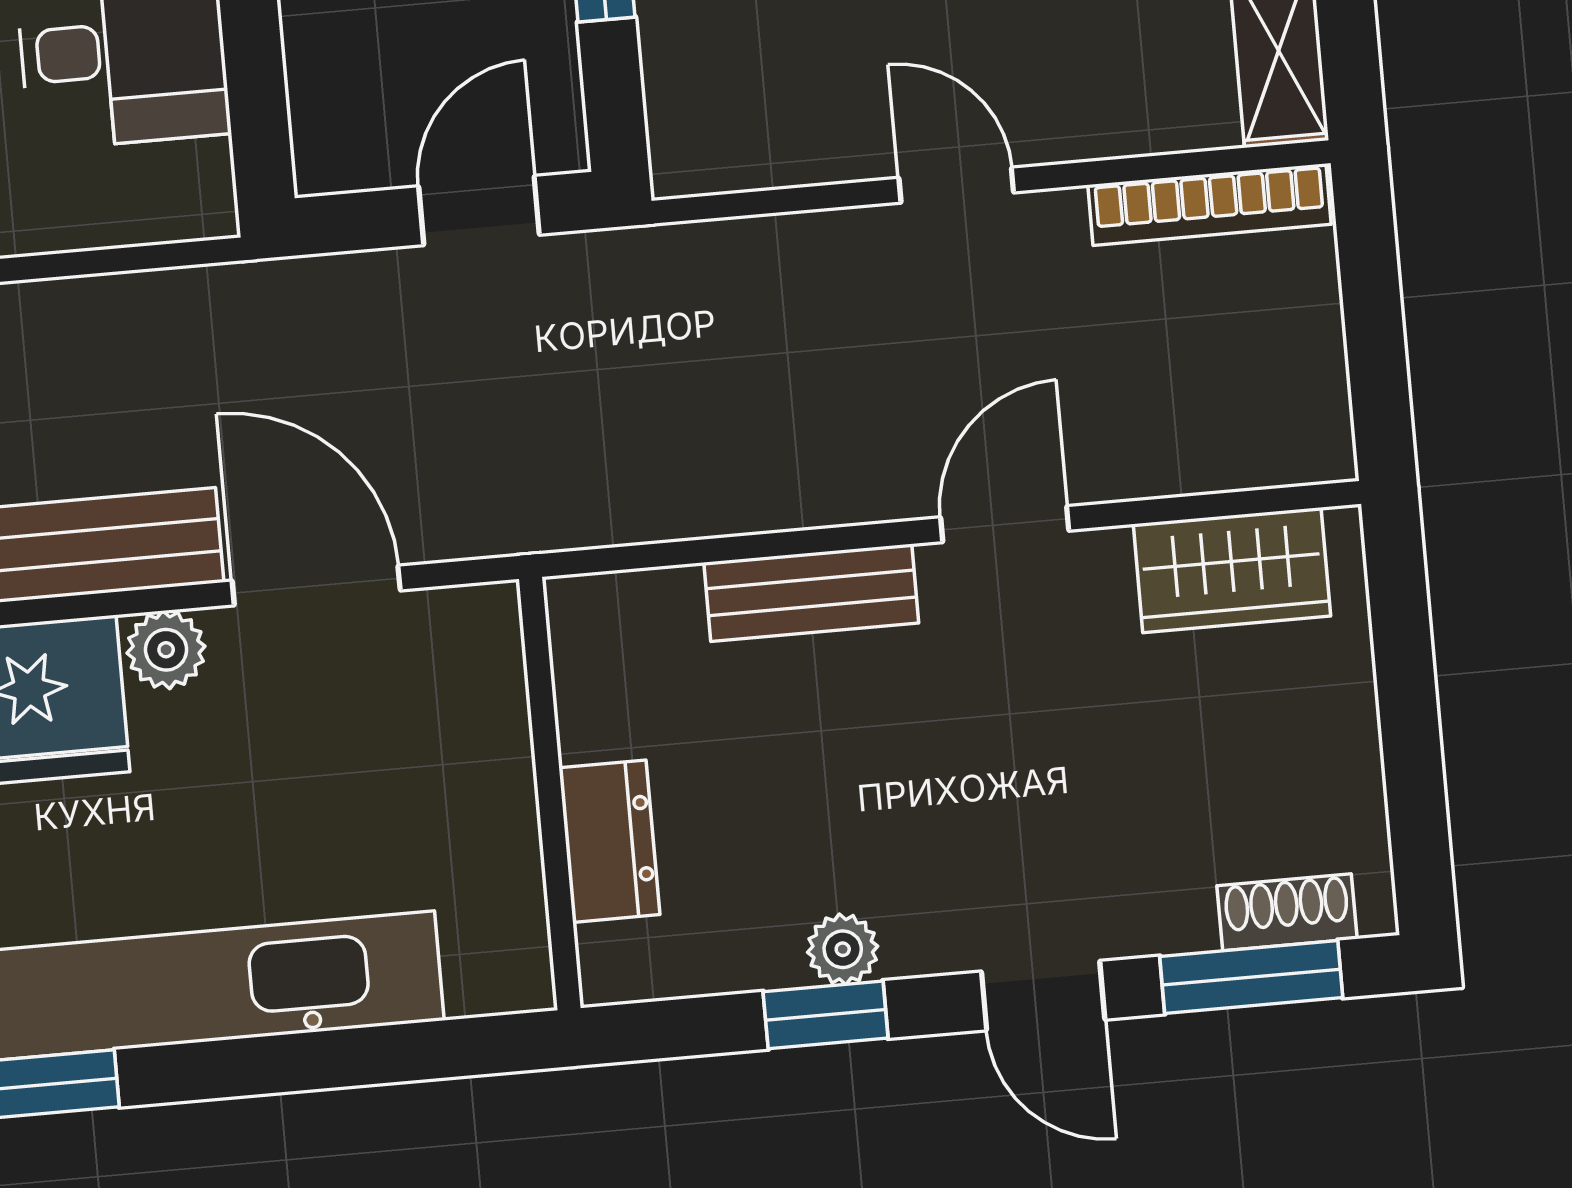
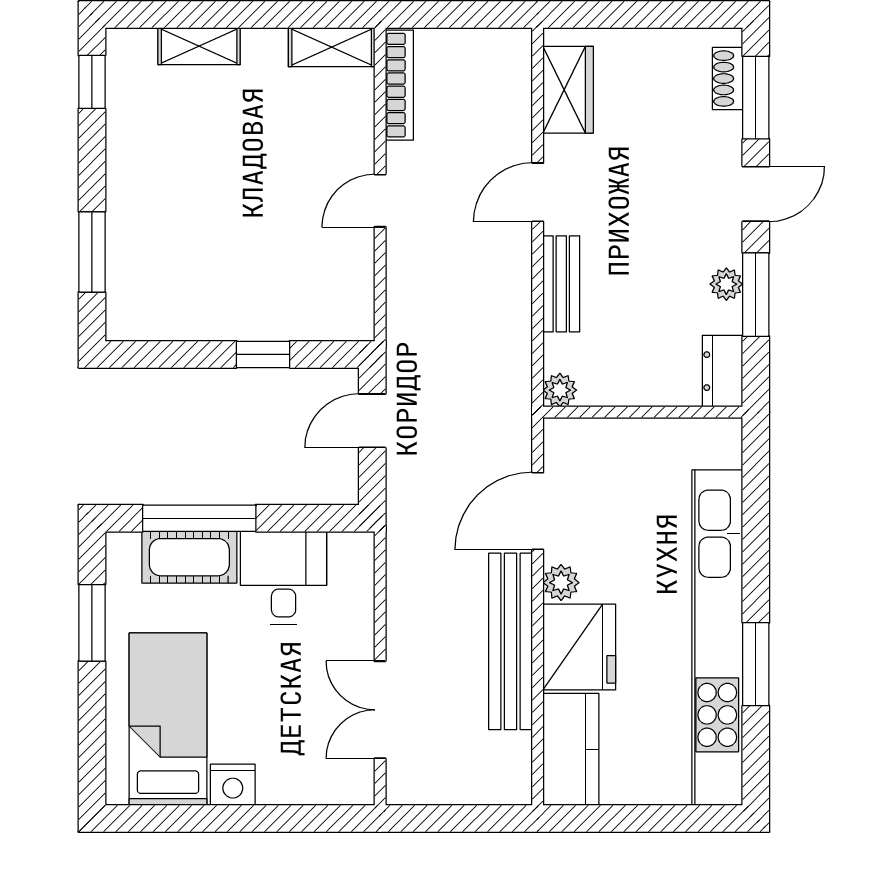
door: (479, 210) -> (372, 421), hinge flipped
door: (1005, 524) -> (538, 192), hinge flipped
plant: (582, 610) -> (560, 390), added
dresser: (609, 841) -> (722, 371), moved, turned -90
window: (826, 1015) -> (756, 295), width x1.50

